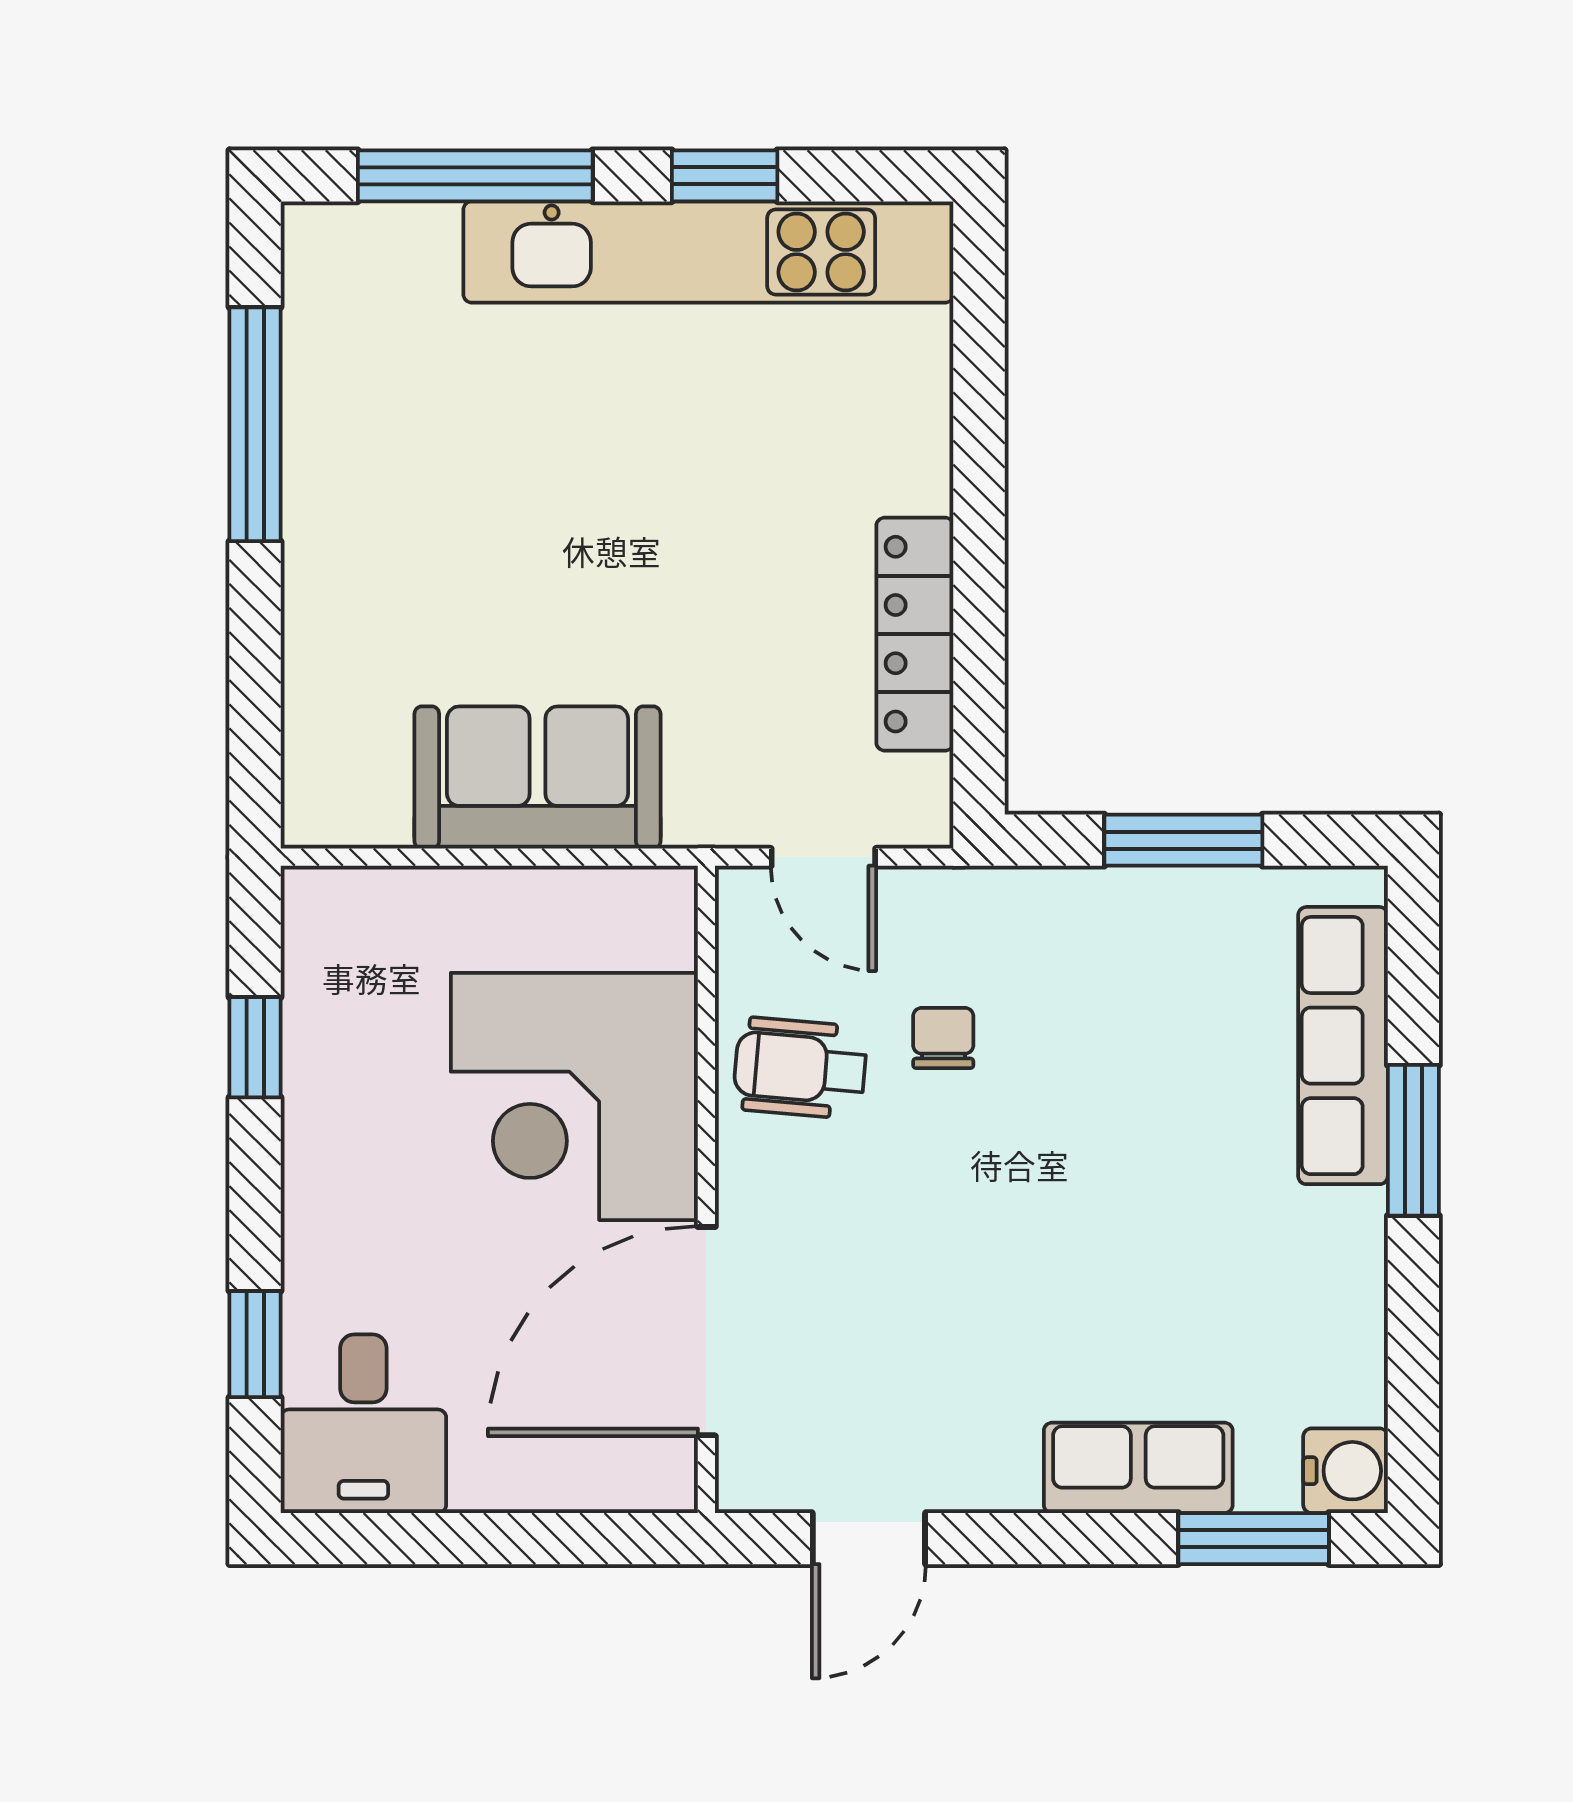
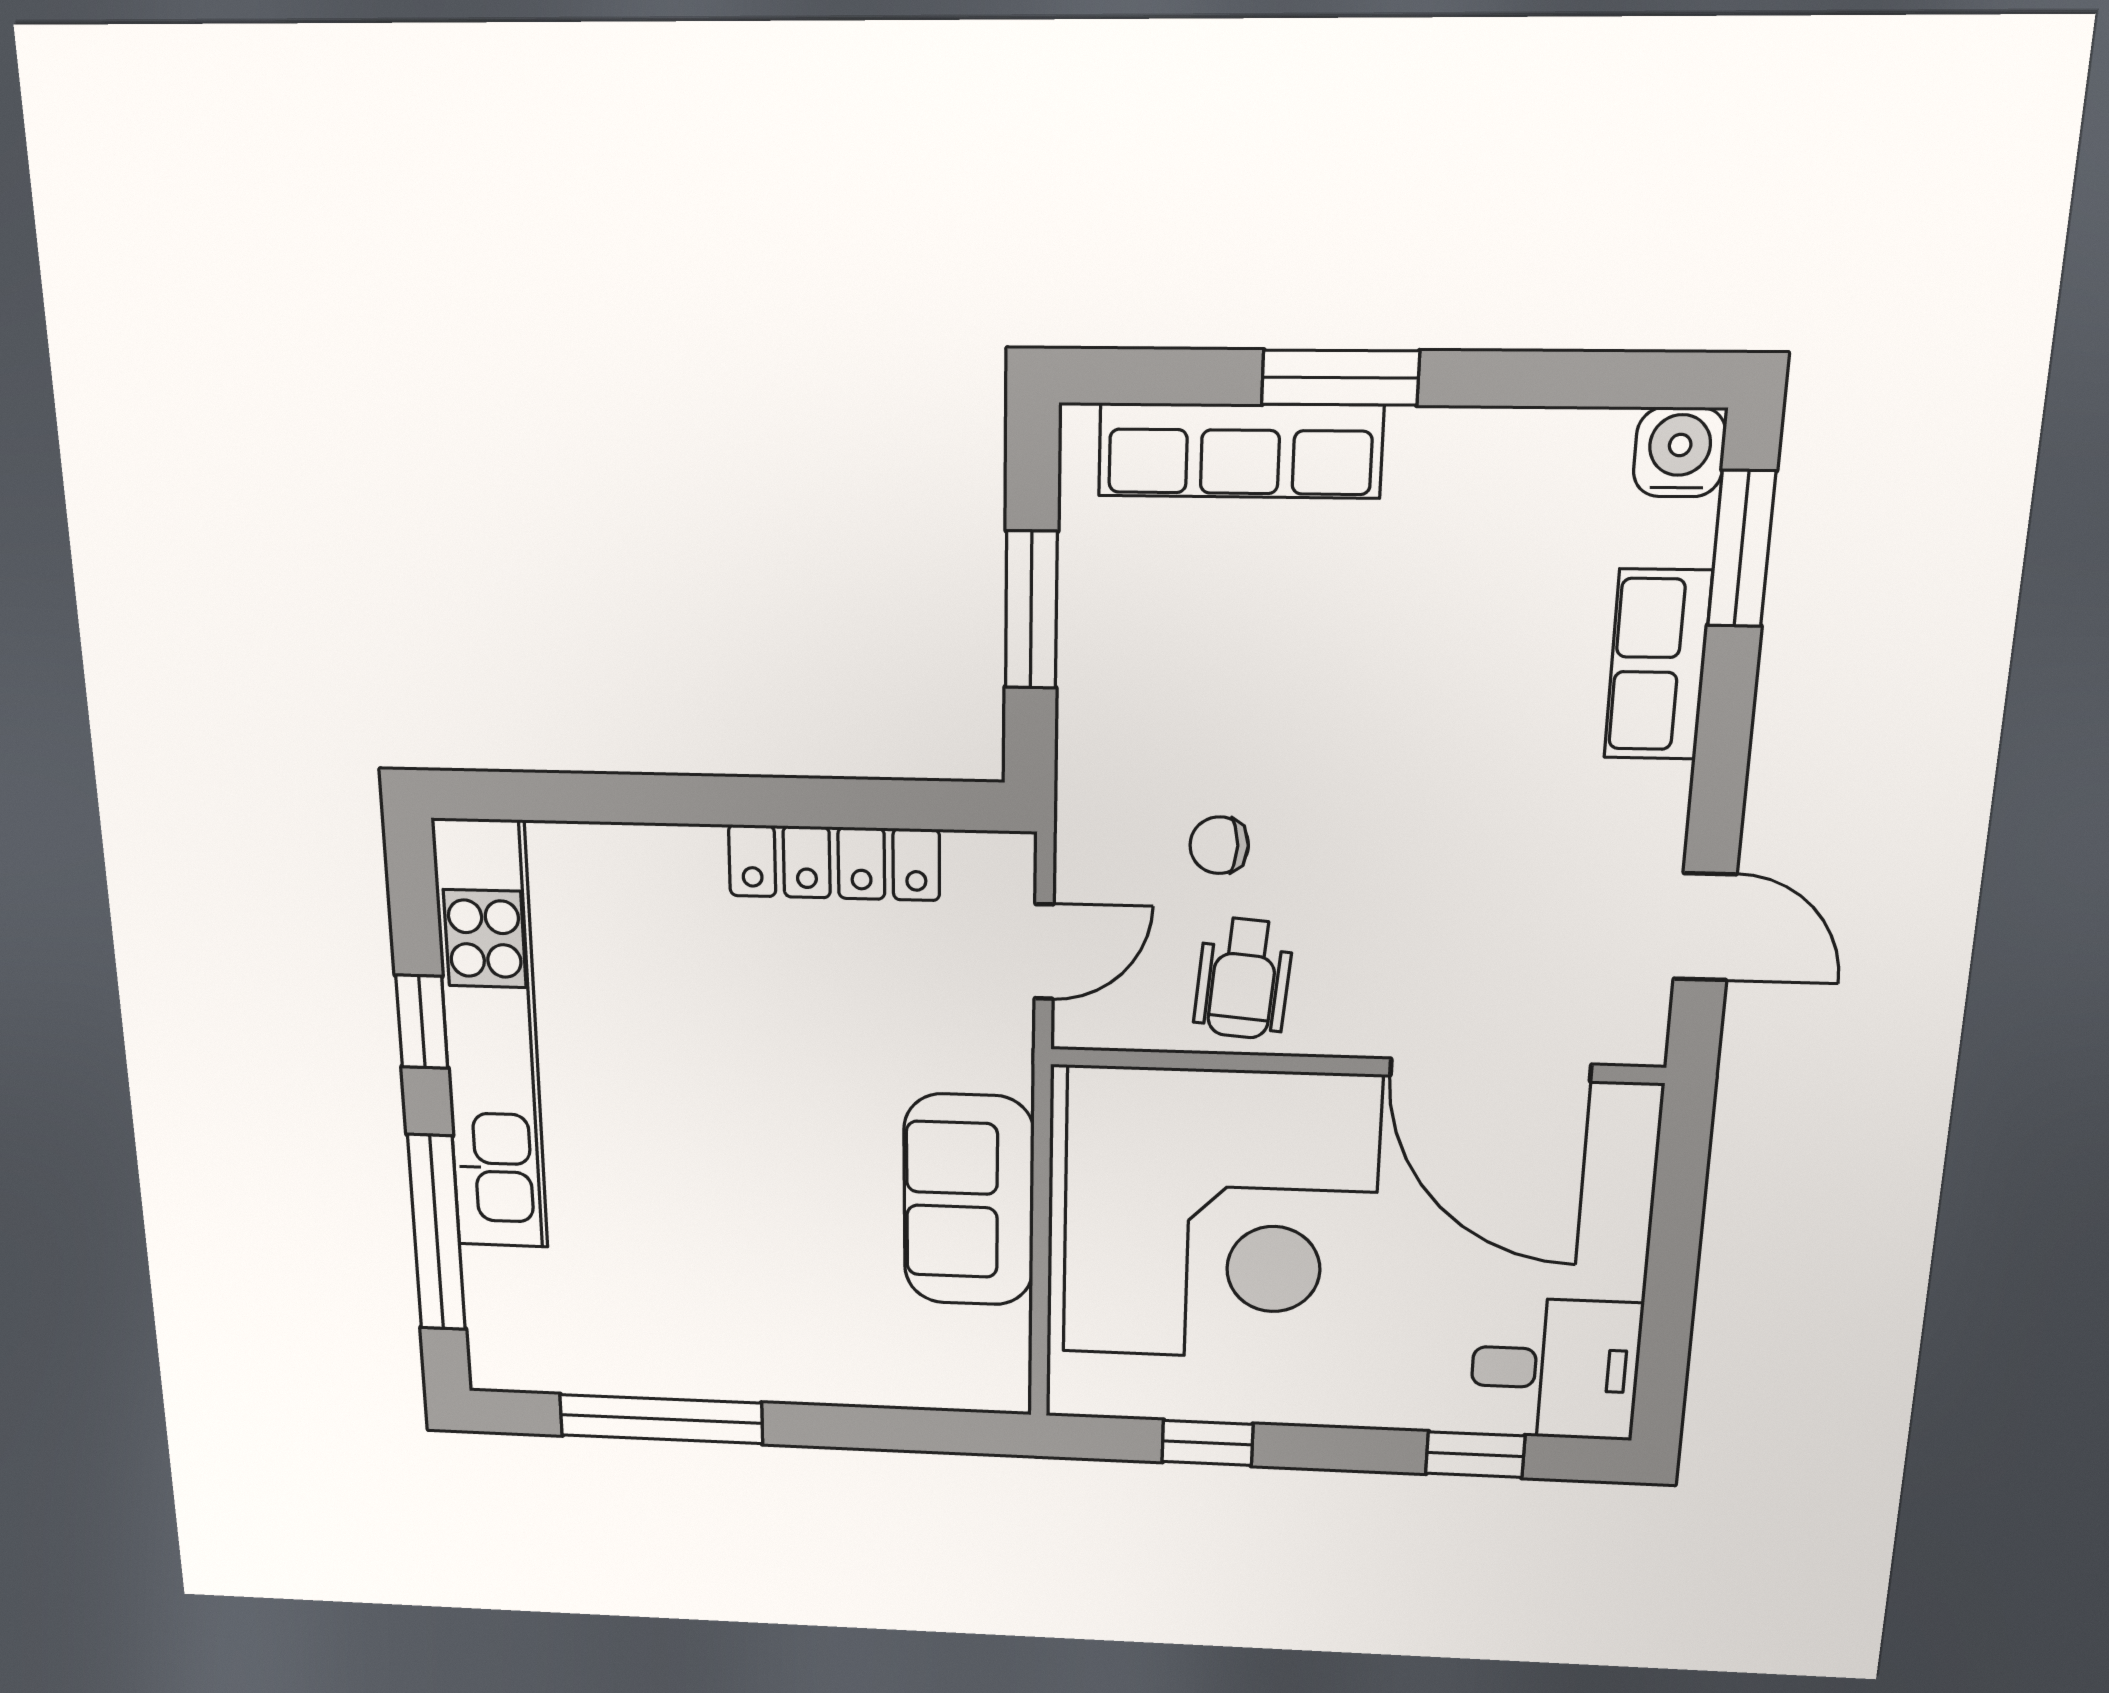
corner desk: (574, 1096) -> (1220, 1216), width x1.36, depth x1.36

